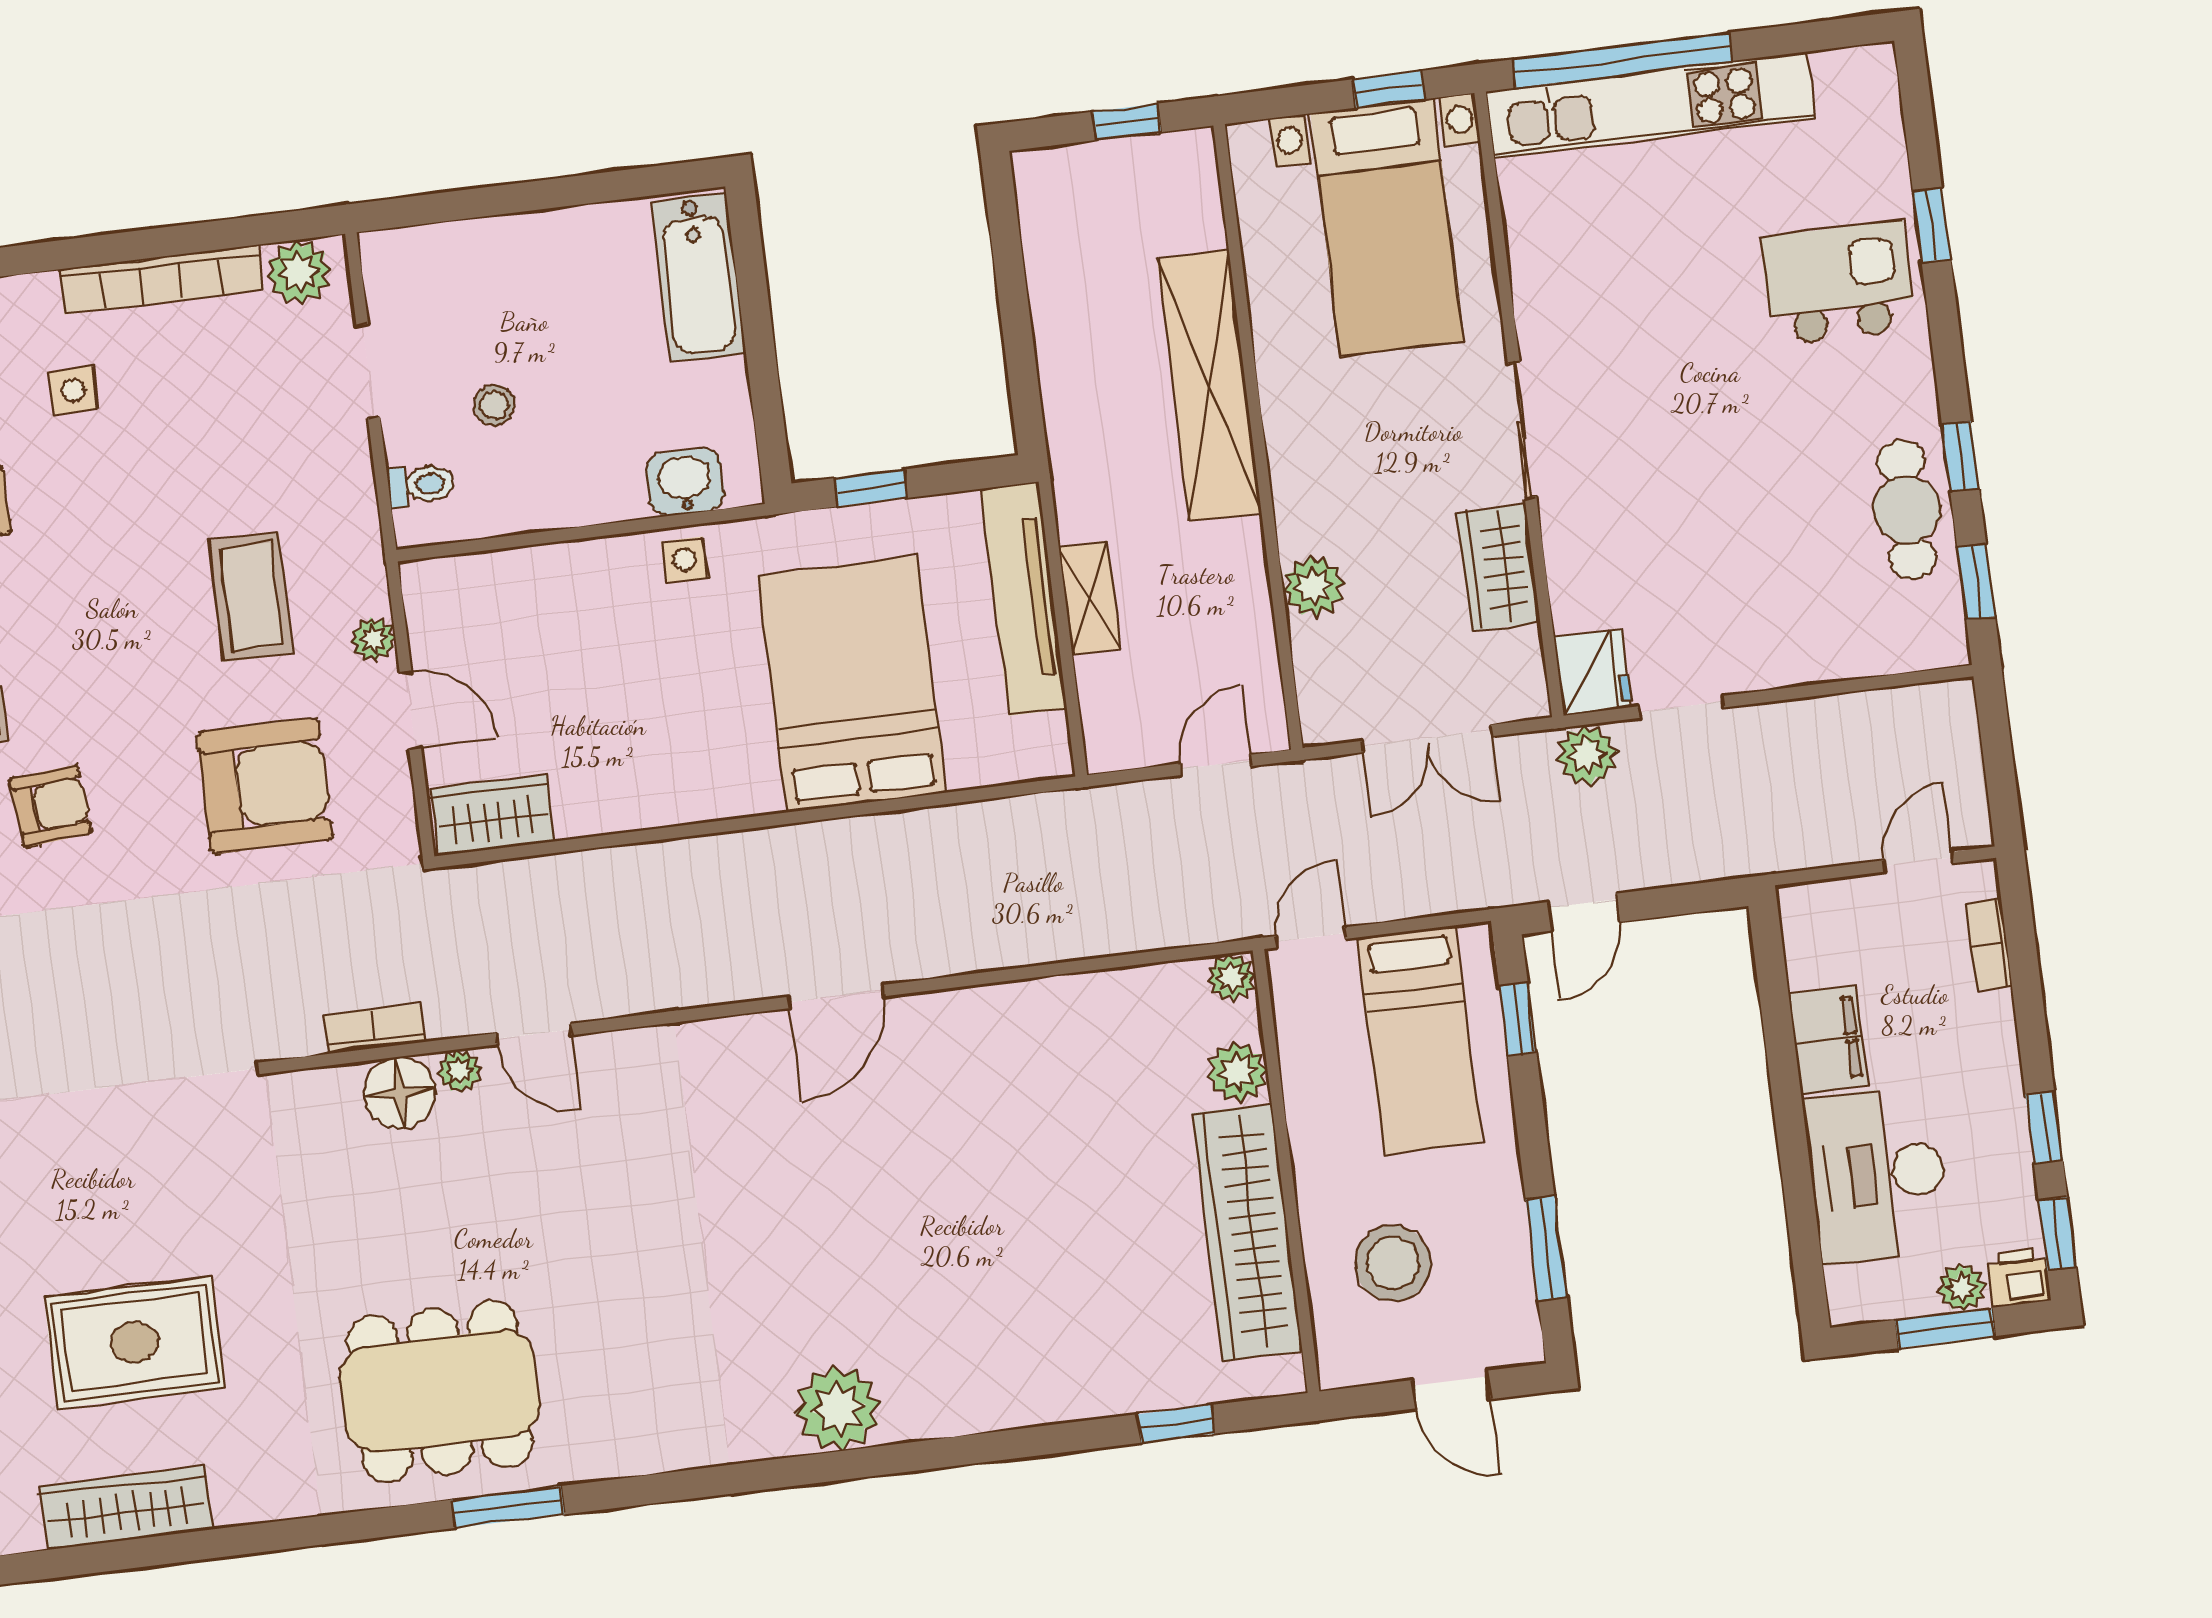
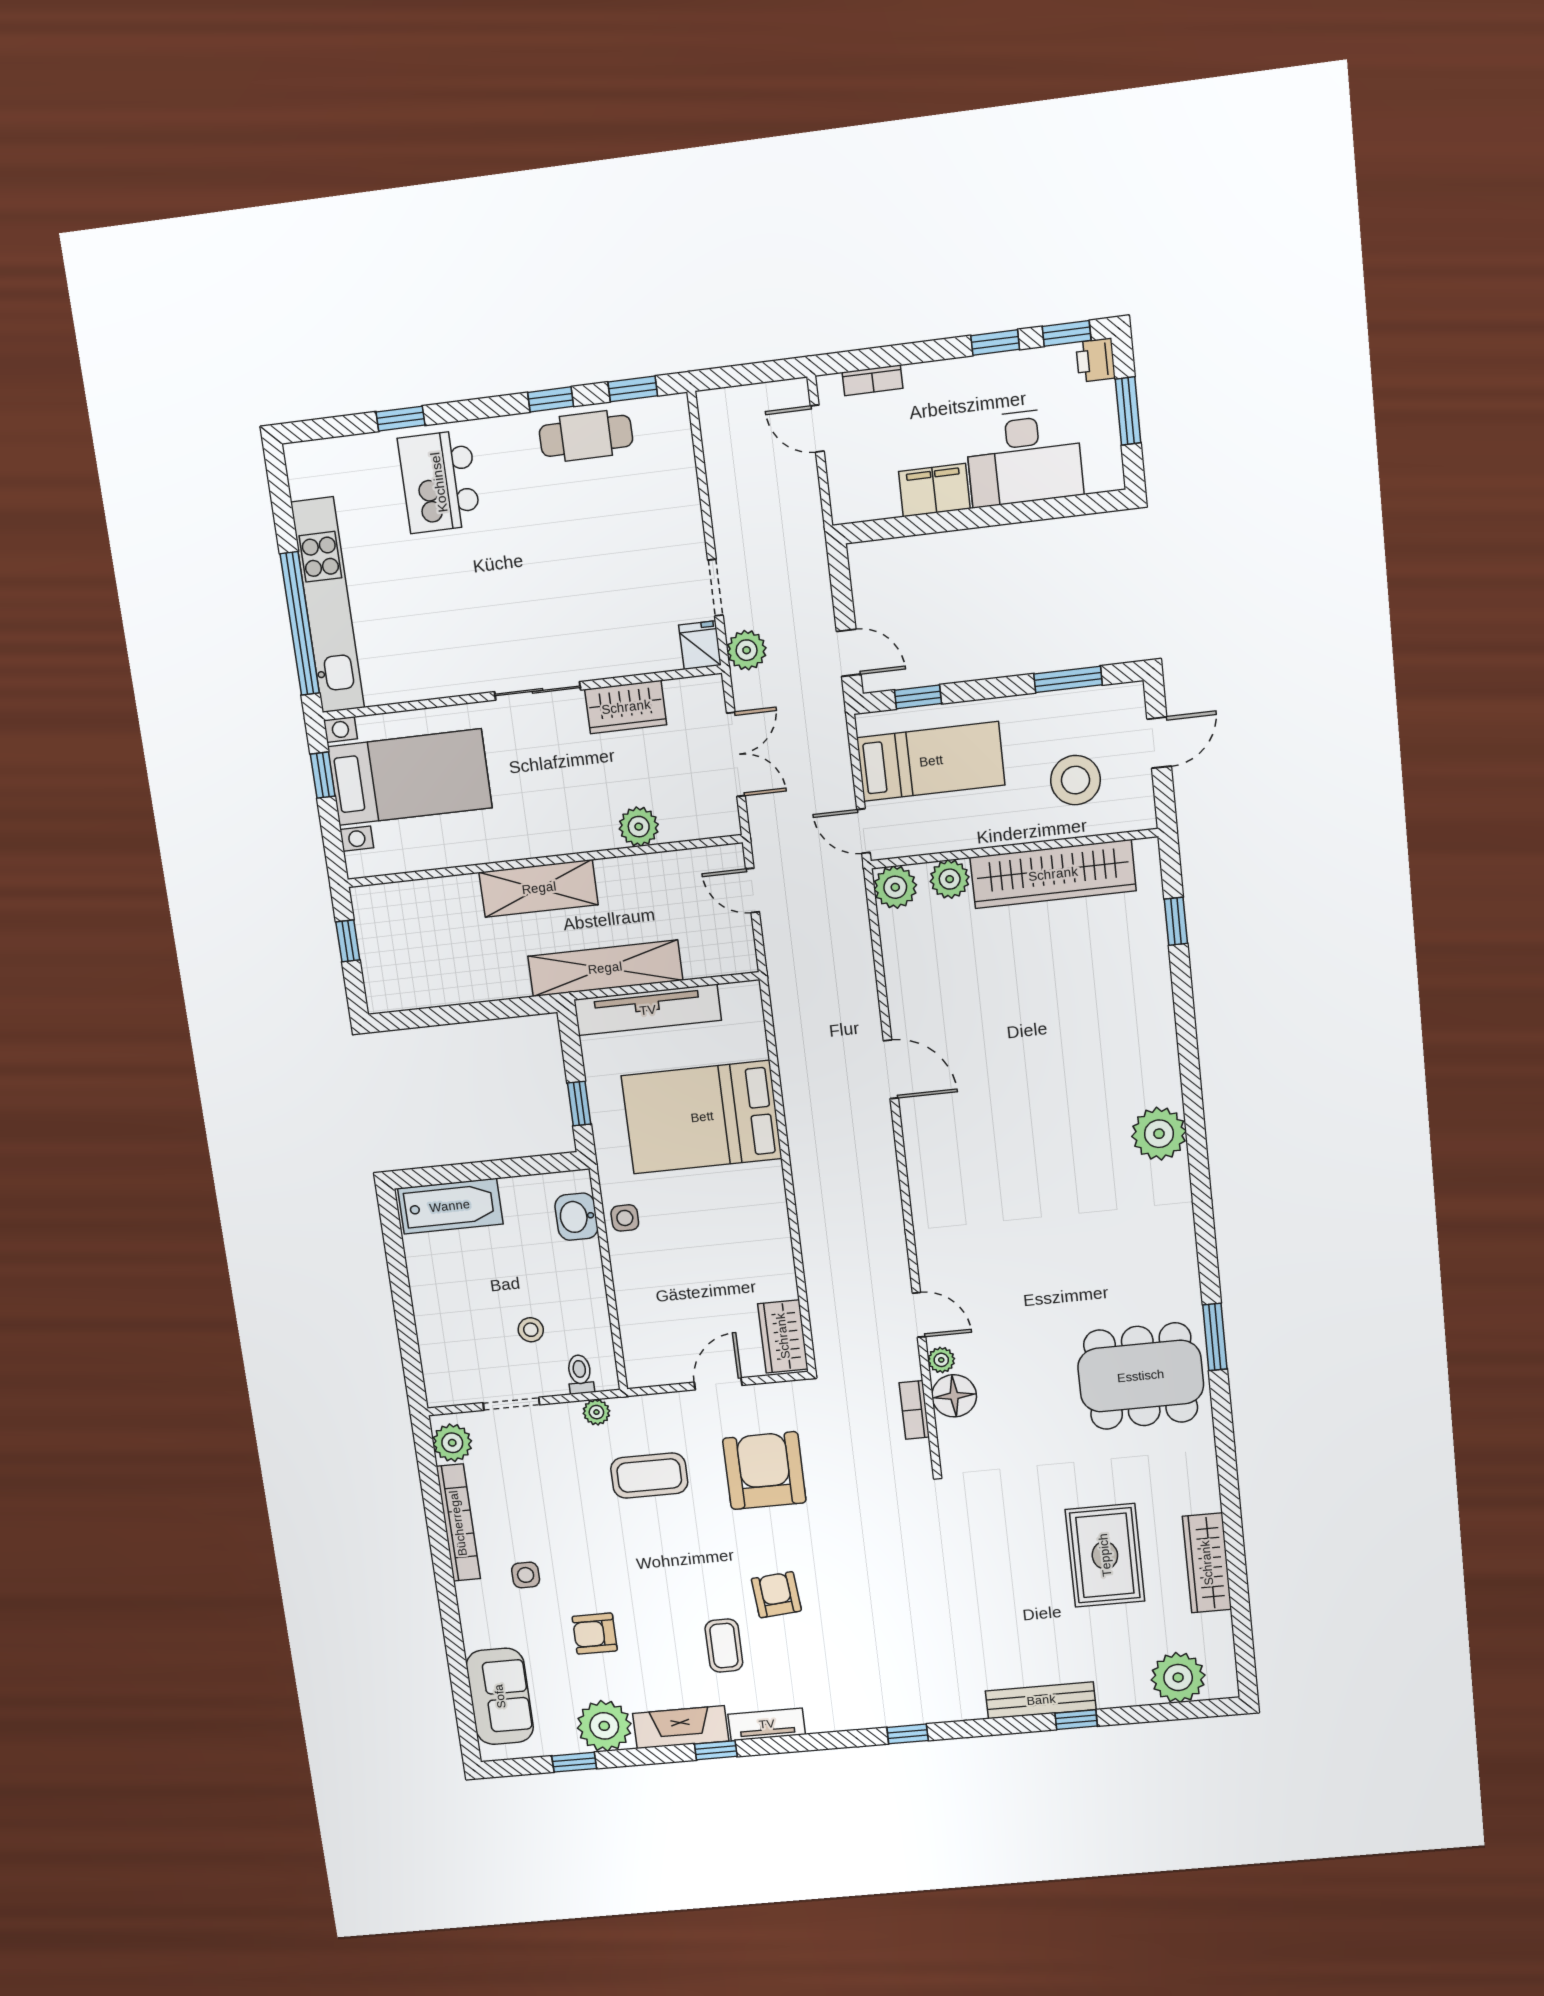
shelving: (1209, 386) -> (539, 888), width x0.68
shelving: (1089, 598) -> (605, 968), width x2.20, depth x1.33
plant: (373, 639) -> (596, 1412), moved
fridge: (1593, 672) -> (700, 645), width x0.72
plant: (1232, 978) -> (895, 887), width x1.38, depth x1.38
door: (836, 997) -> (891, 1069), moved
door: (534, 1034) -> (919, 1315), hinge flipped
plant: (1961, 1287) -> (1101, 400), removed
dining table: (440, 1391) -> (1141, 1376), turned 90

